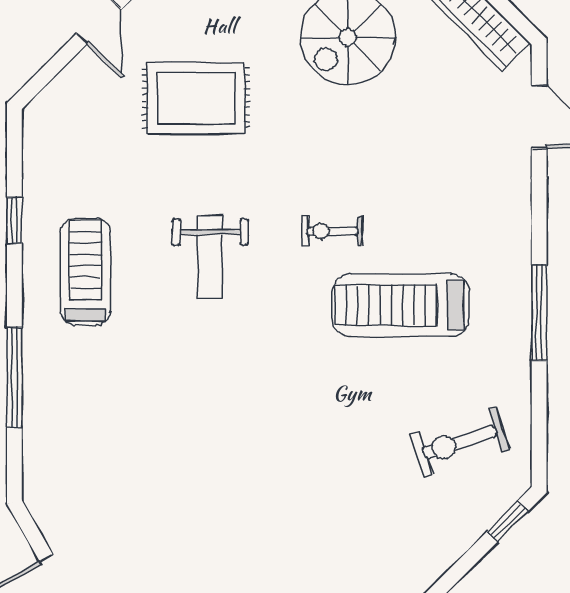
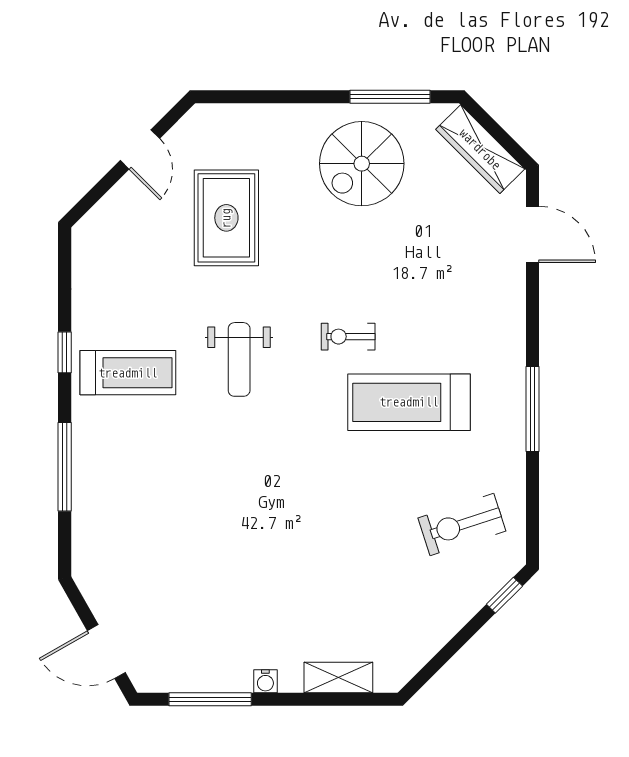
rug: (196, 98) -> (226, 218), turned 90
window: (14, 220) -> (65, 352), moved
treadmill: (85, 272) -> (128, 373), turned 90

